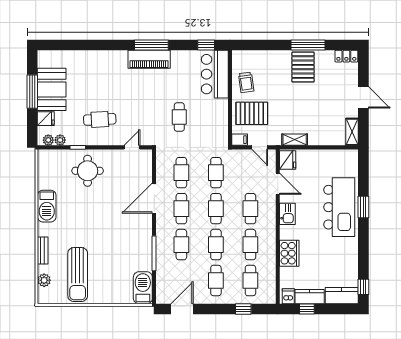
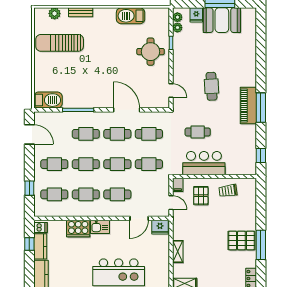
bar counter: (215, 74) -> (204, 163), moved
pallet: (252, 113) -> (201, 196), width x0.67, depth x0.71
cafe table: (100, 119) -> (212, 86), moved
shelving: (295, 140) -> (178, 251), moved
door: (260, 147) -> (171, 203), swing flipped
barbecue: (47, 206) -> (131, 16), moved
kitchen sink: (287, 214) -> (100, 227), moved

